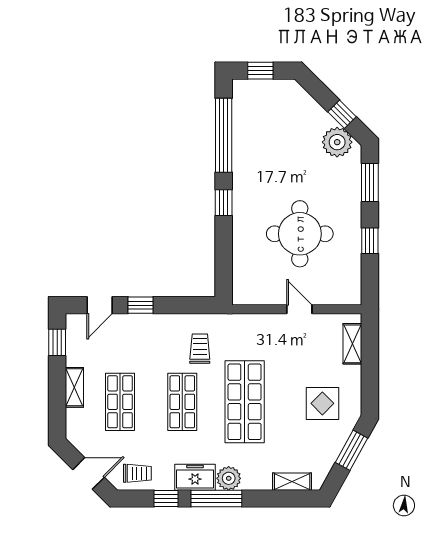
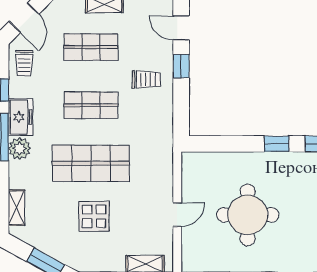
trolley: (200, 349) -> (146, 79), moved
display table: (322, 403) -> (94, 216), moved

